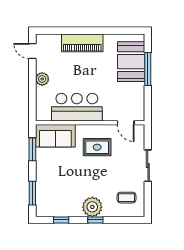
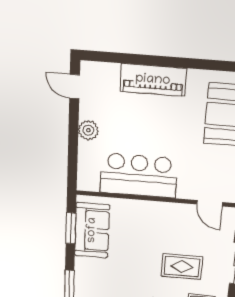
sofa: (55, 136) -> (92, 230), moved, turned -90
rug: (97, 147) -> (182, 267), moved

